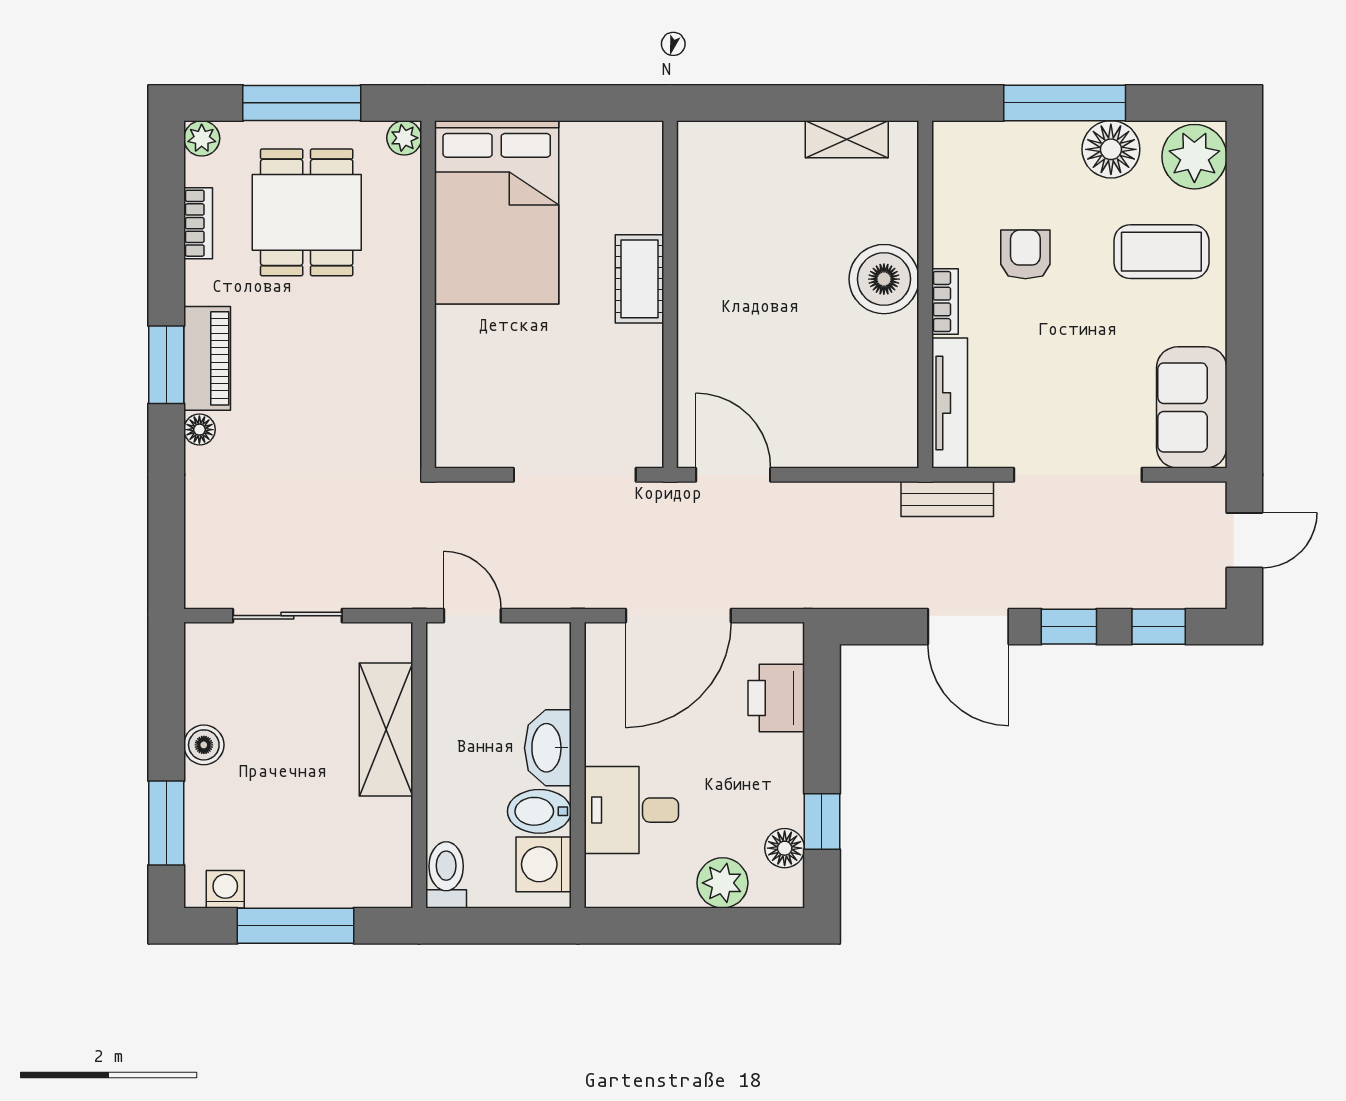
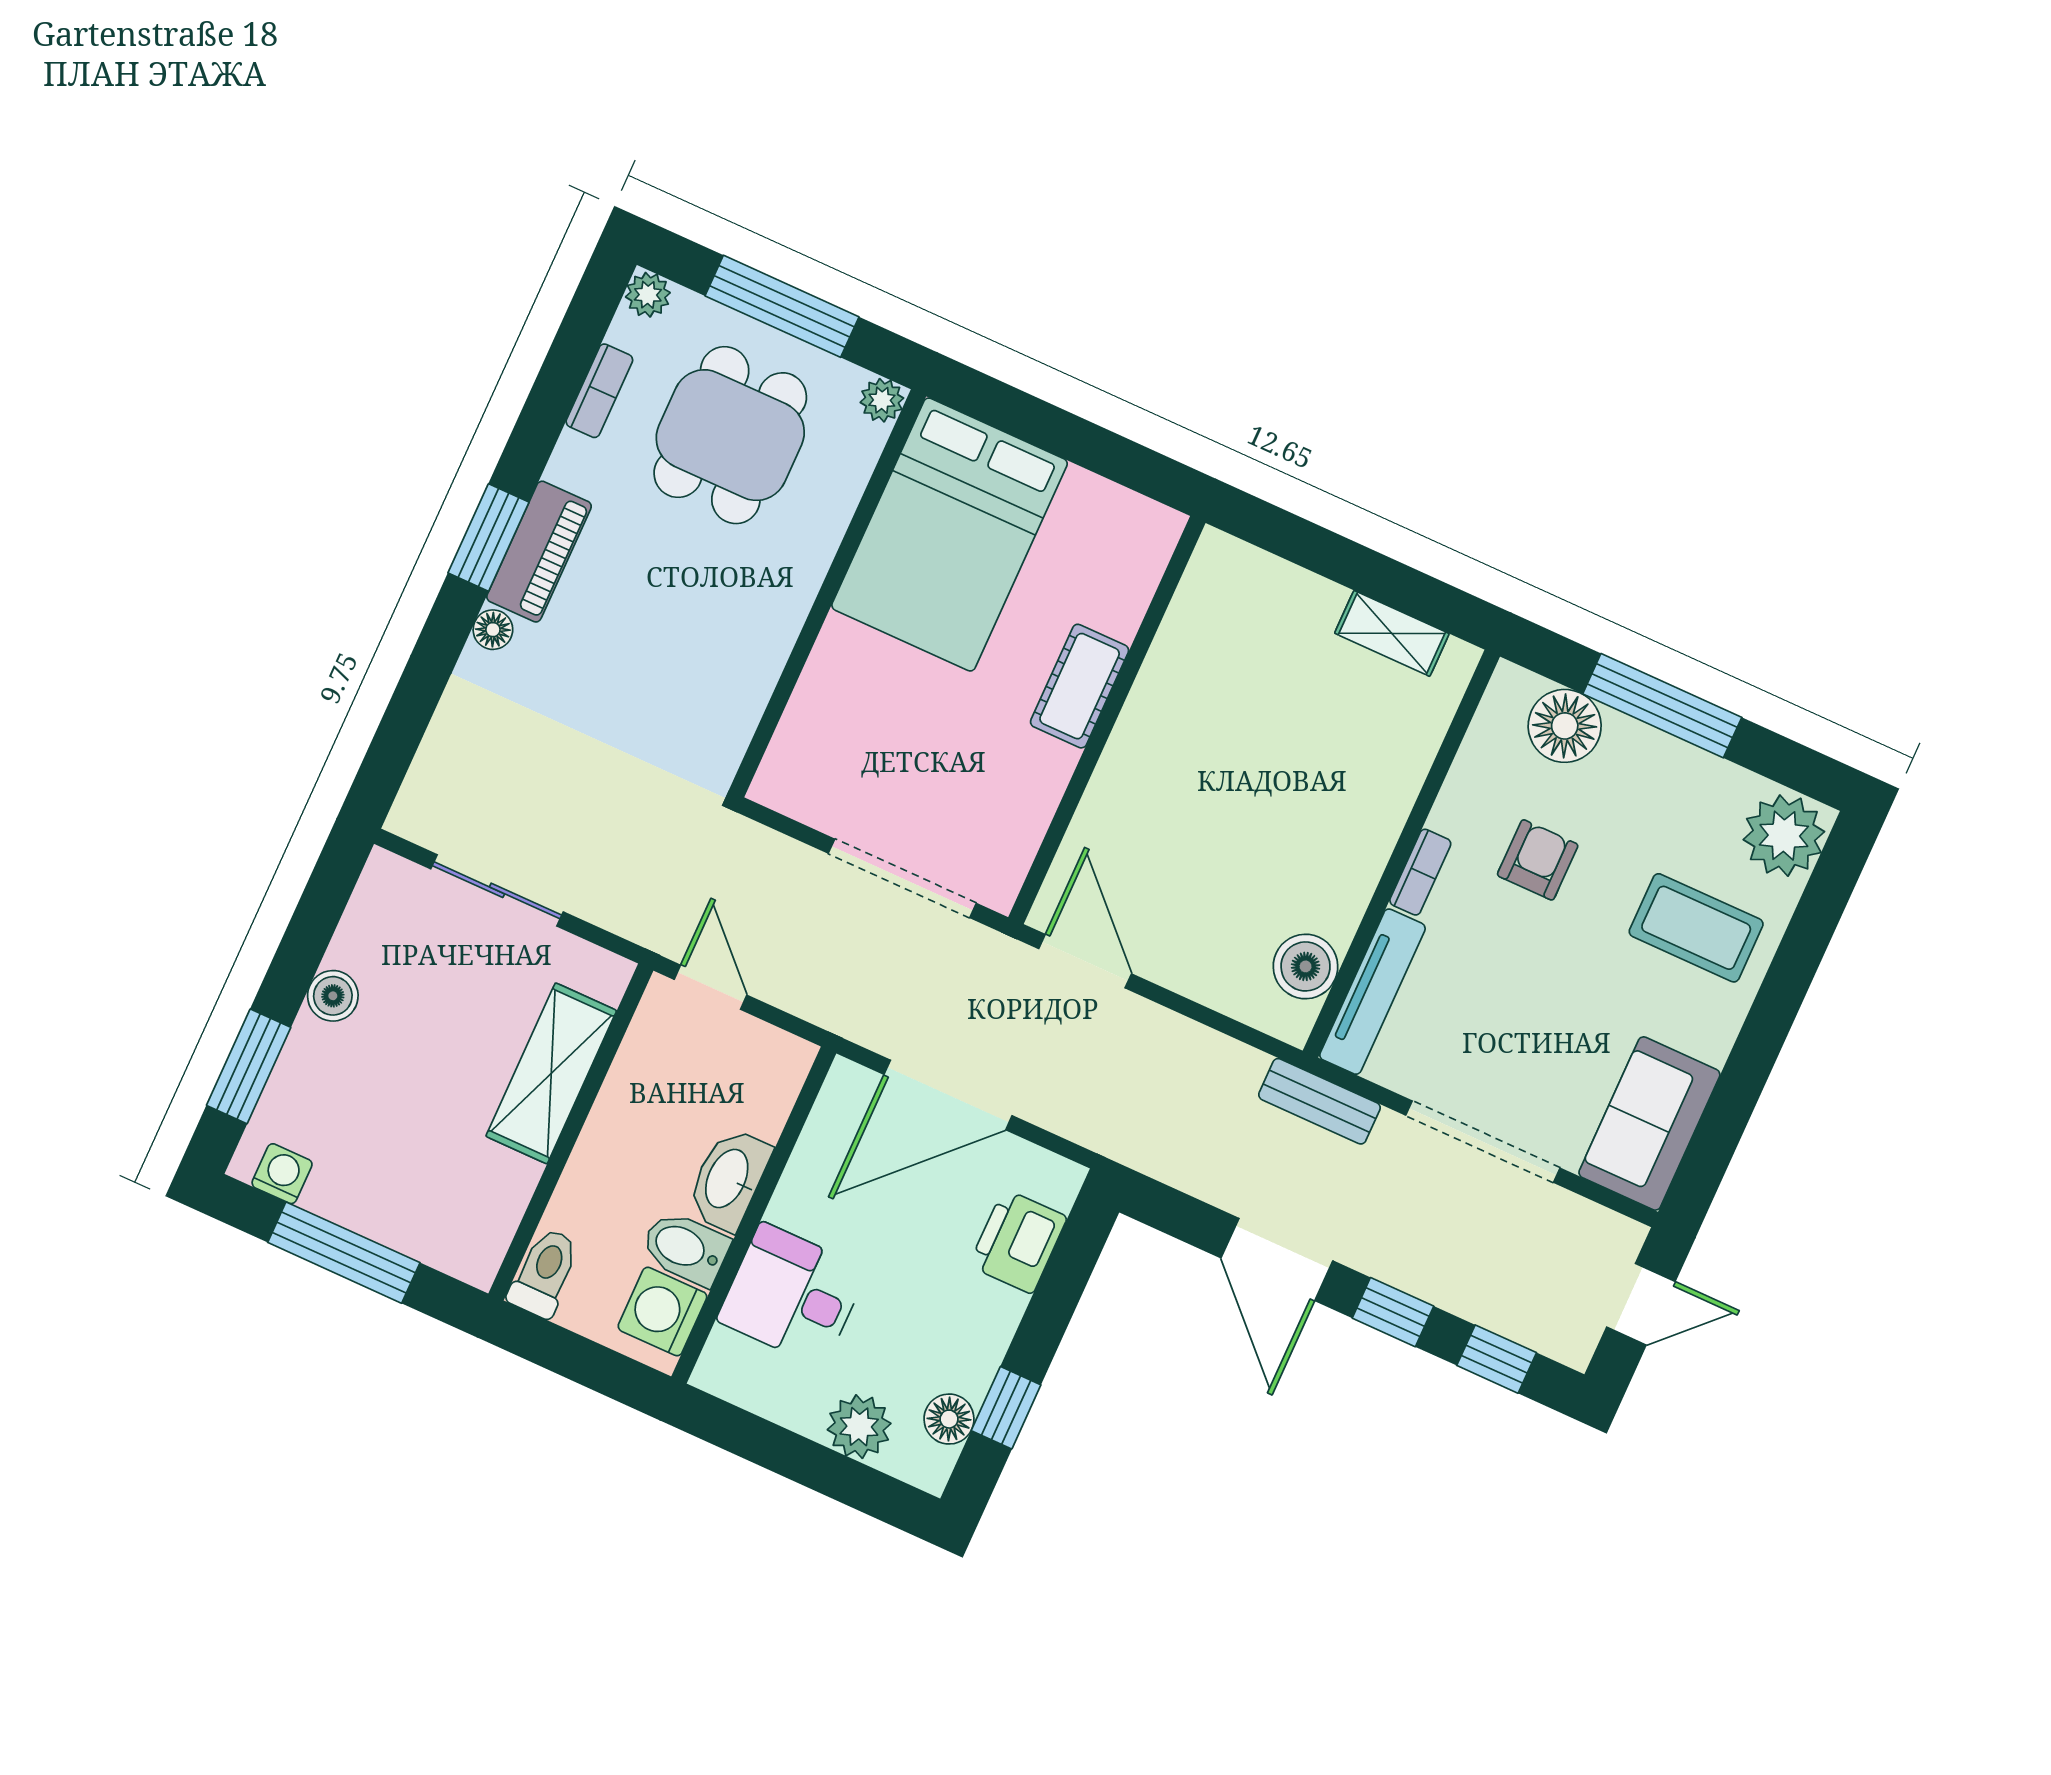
floor lamp: (1111, 149) -> (1565, 726), moved
boiler: (884, 279) -> (1306, 966), moved, width x0.73, depth x0.73

